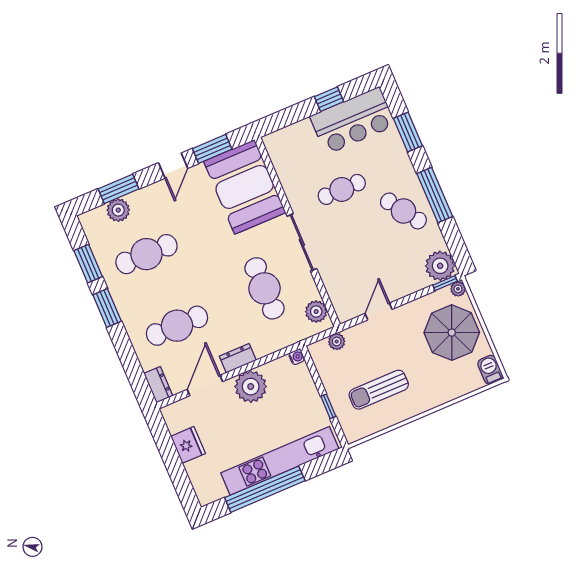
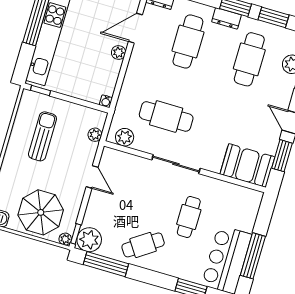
window: (329, 99) -> (253, 256), width x2.17
booth: (245, 187) -> (247, 165), width x0.73, depth x0.70
window: (435, 195) -> (106, 264), moved
dresser: (238, 358) -> (227, 18), moved, turned 90
door: (205, 386) -> (135, 28), swing flipped
plant: (251, 387) -> (119, 52), width x0.53, depth x0.53
window: (328, 406) -> (40, 91), moved

